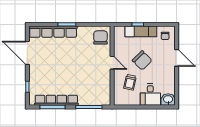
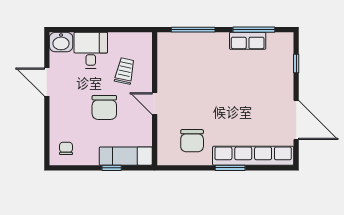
exam couch: (141, 31) -> (126, 156), moved
chair: (101, 37) -> (192, 141), moved
door: (177, 58) -> (47, 82), moved
chair: (142, 60) -> (104, 107), turned -135
row of seats: (56, 100) -> (248, 41), width x0.50

